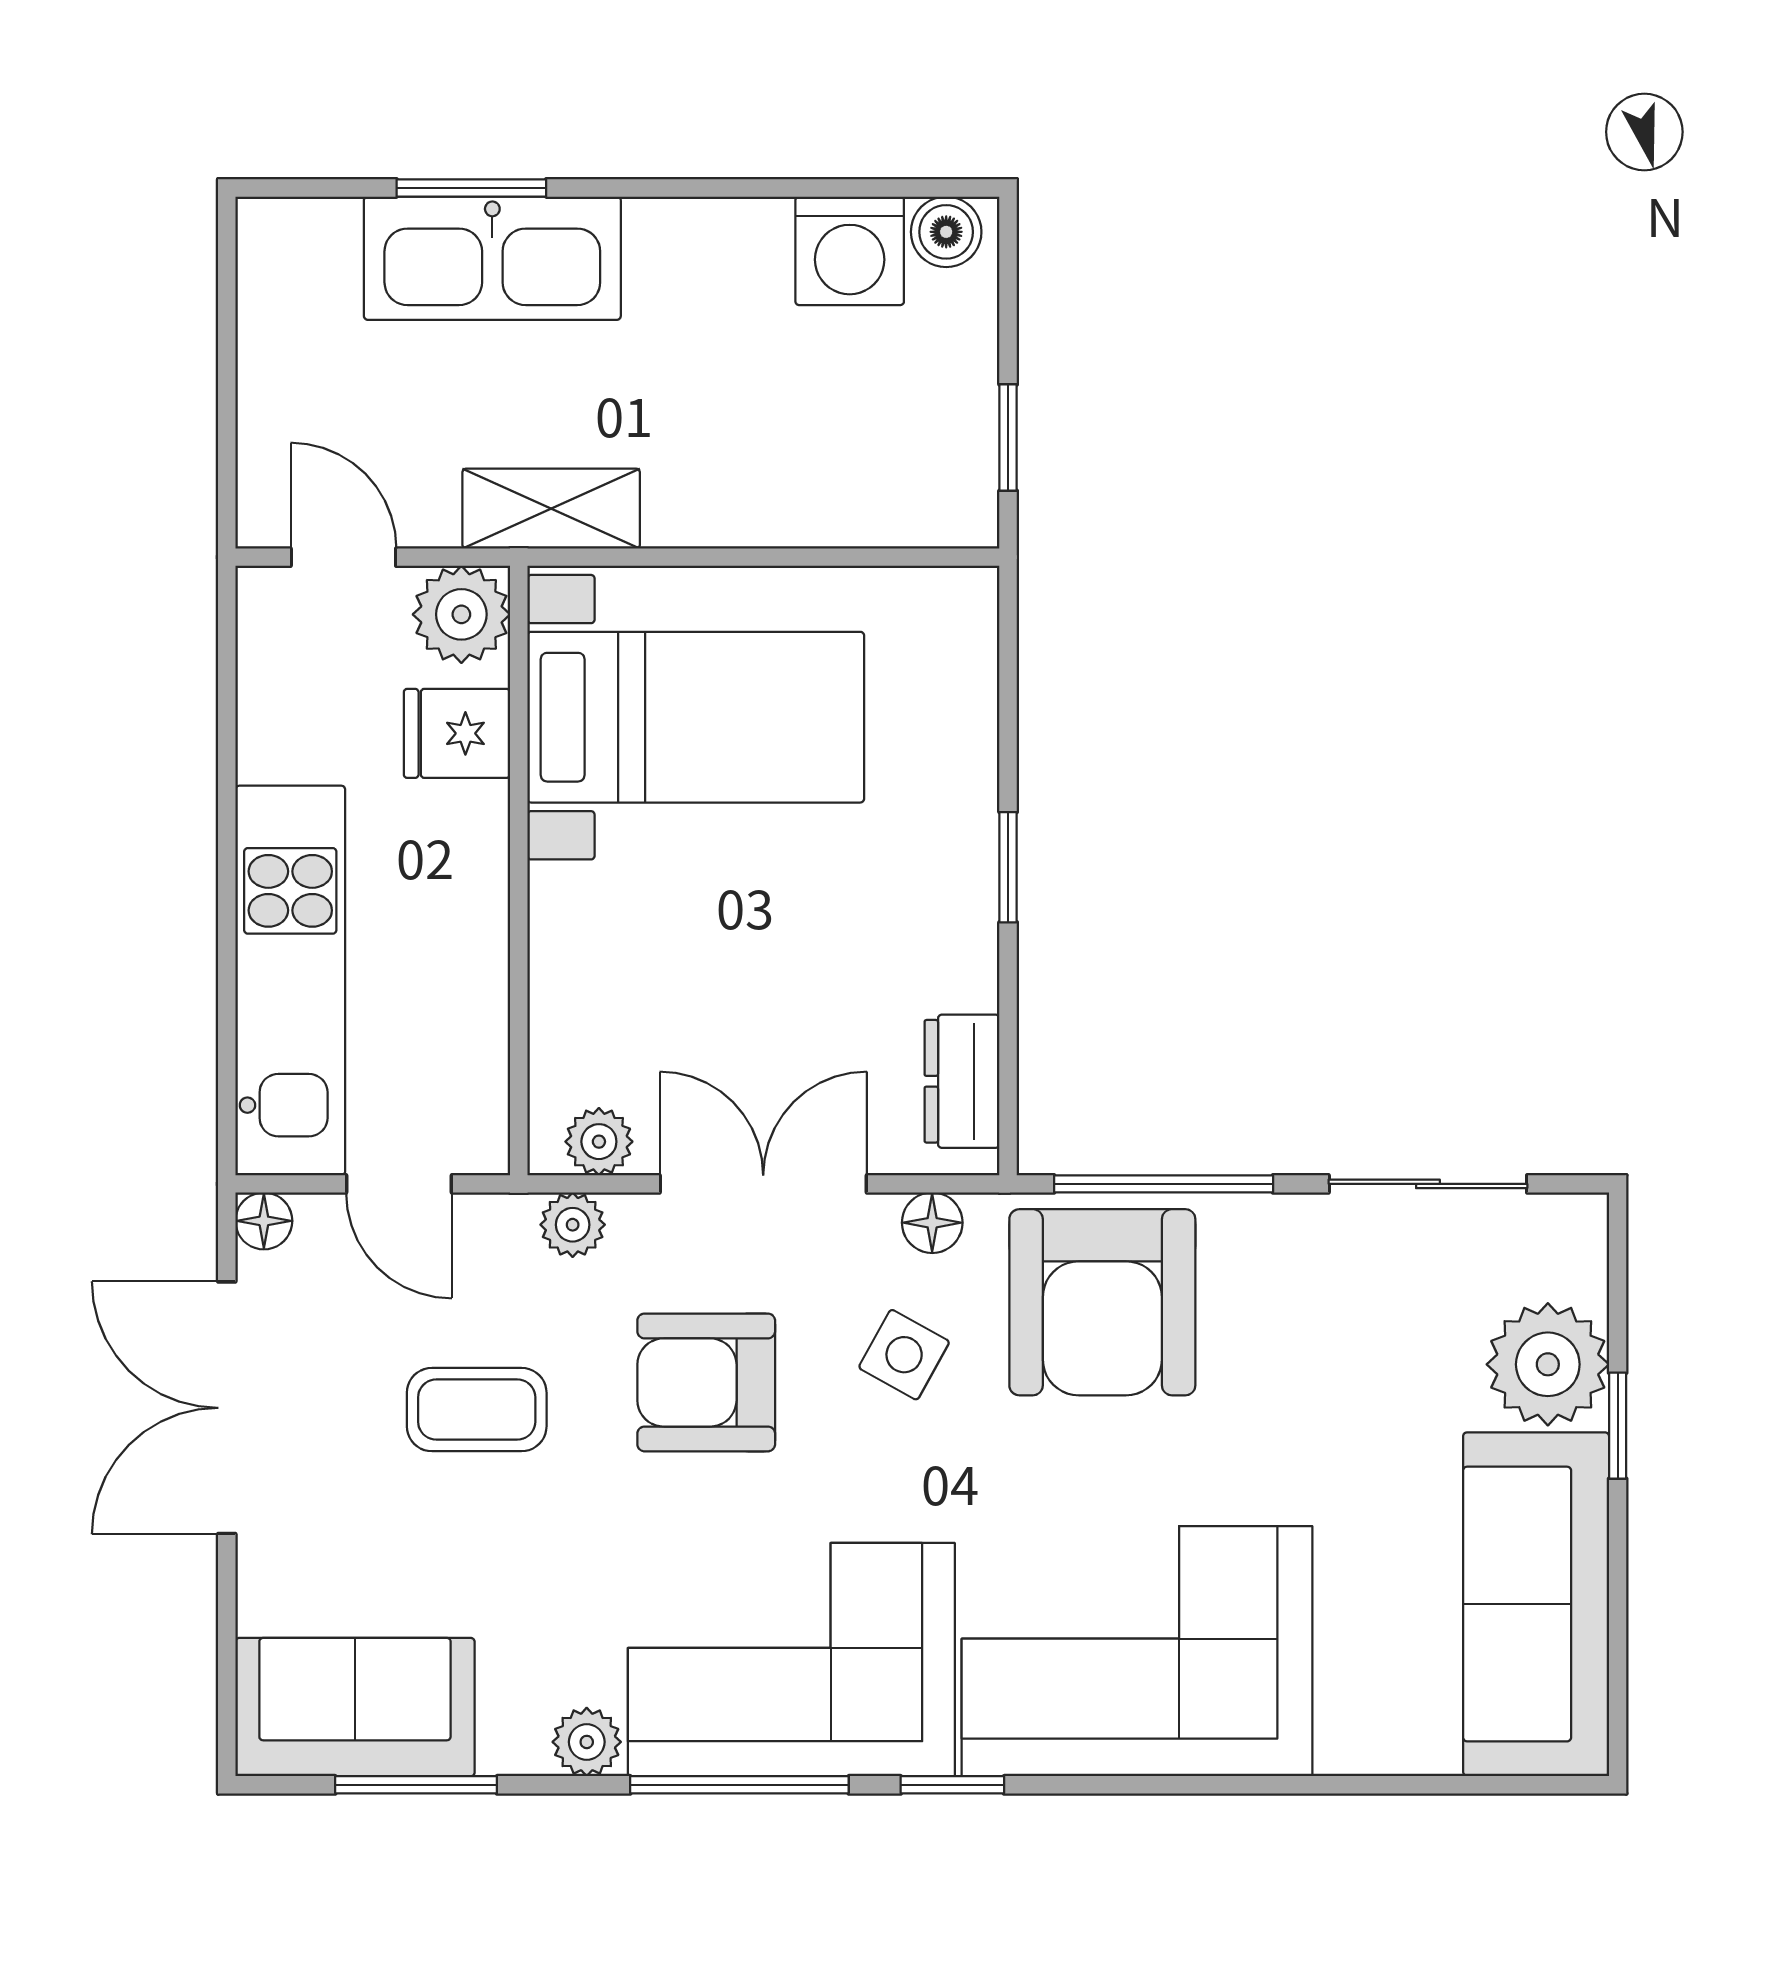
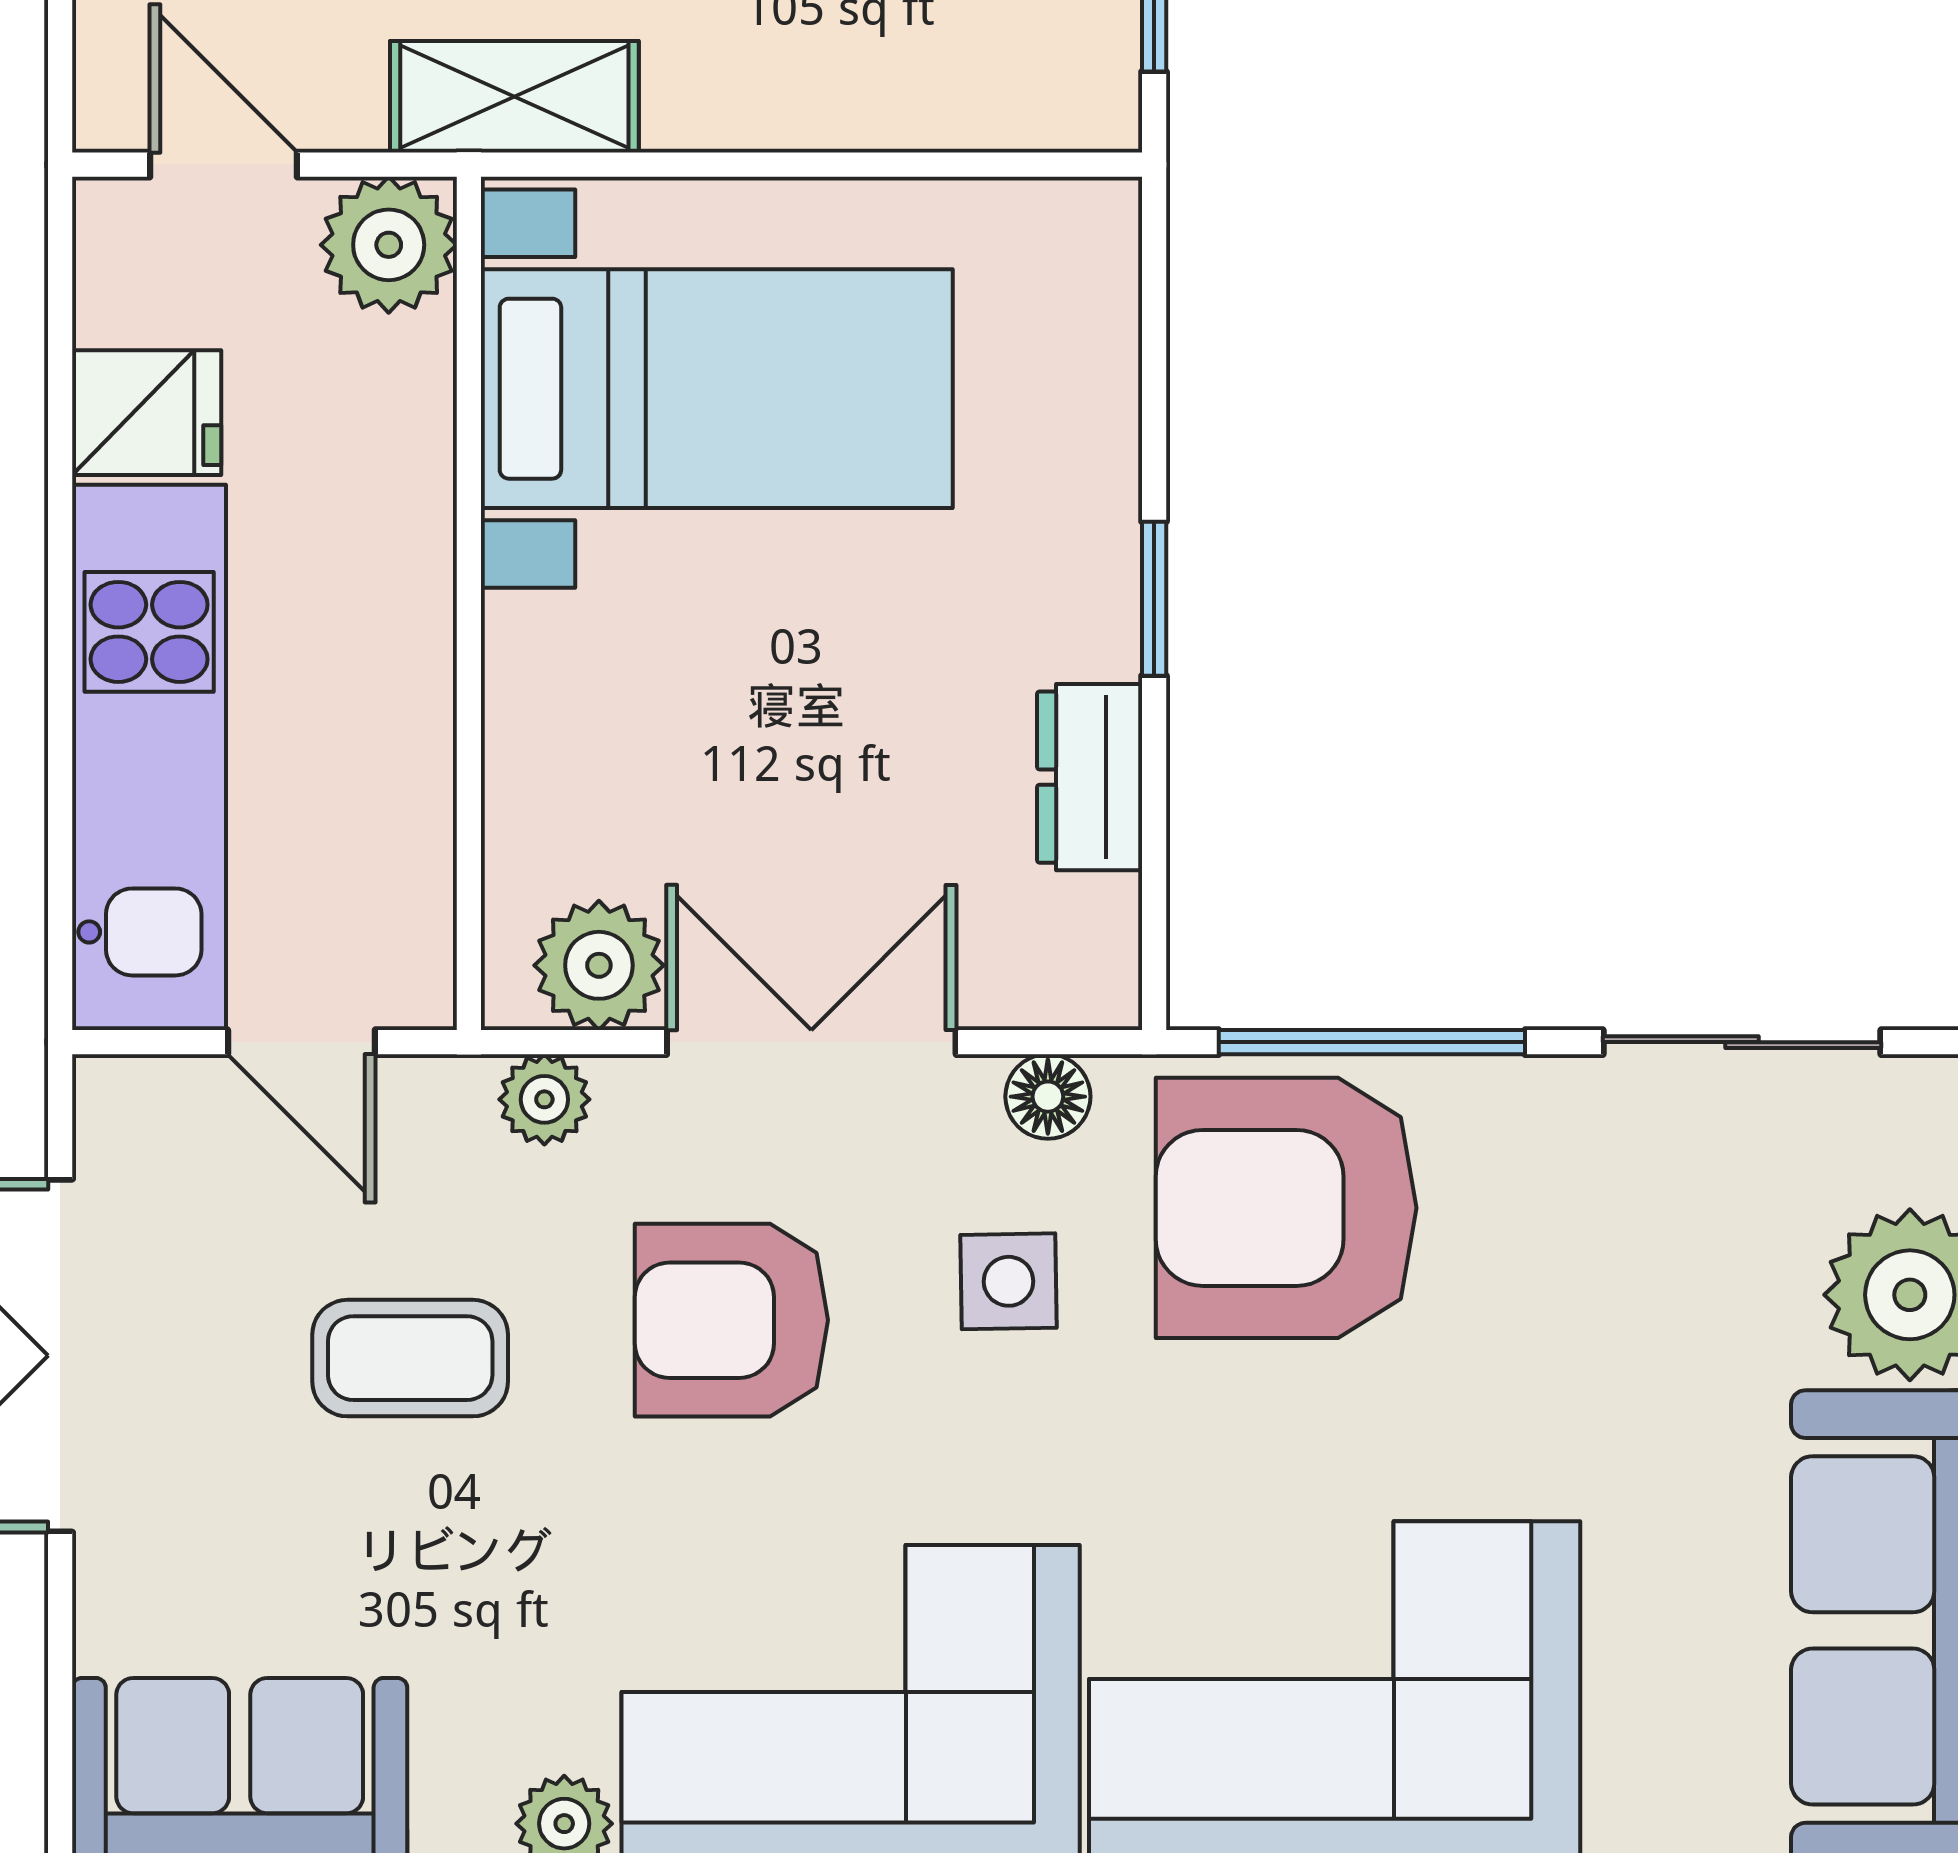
fridge: (457, 733) -> (147, 413), moved, turned 180
dresser: (962, 1081) -> (1090, 777), moved
plant: (599, 1142) -> (599, 965), width x1.38, depth x1.38
floor lamp: (264, 1221) -> (112, 1094), removed
armchair: (1102, 1302) -> (1286, 1208), turned 90
side table: (904, 1355) -> (1008, 1281), turned -30

